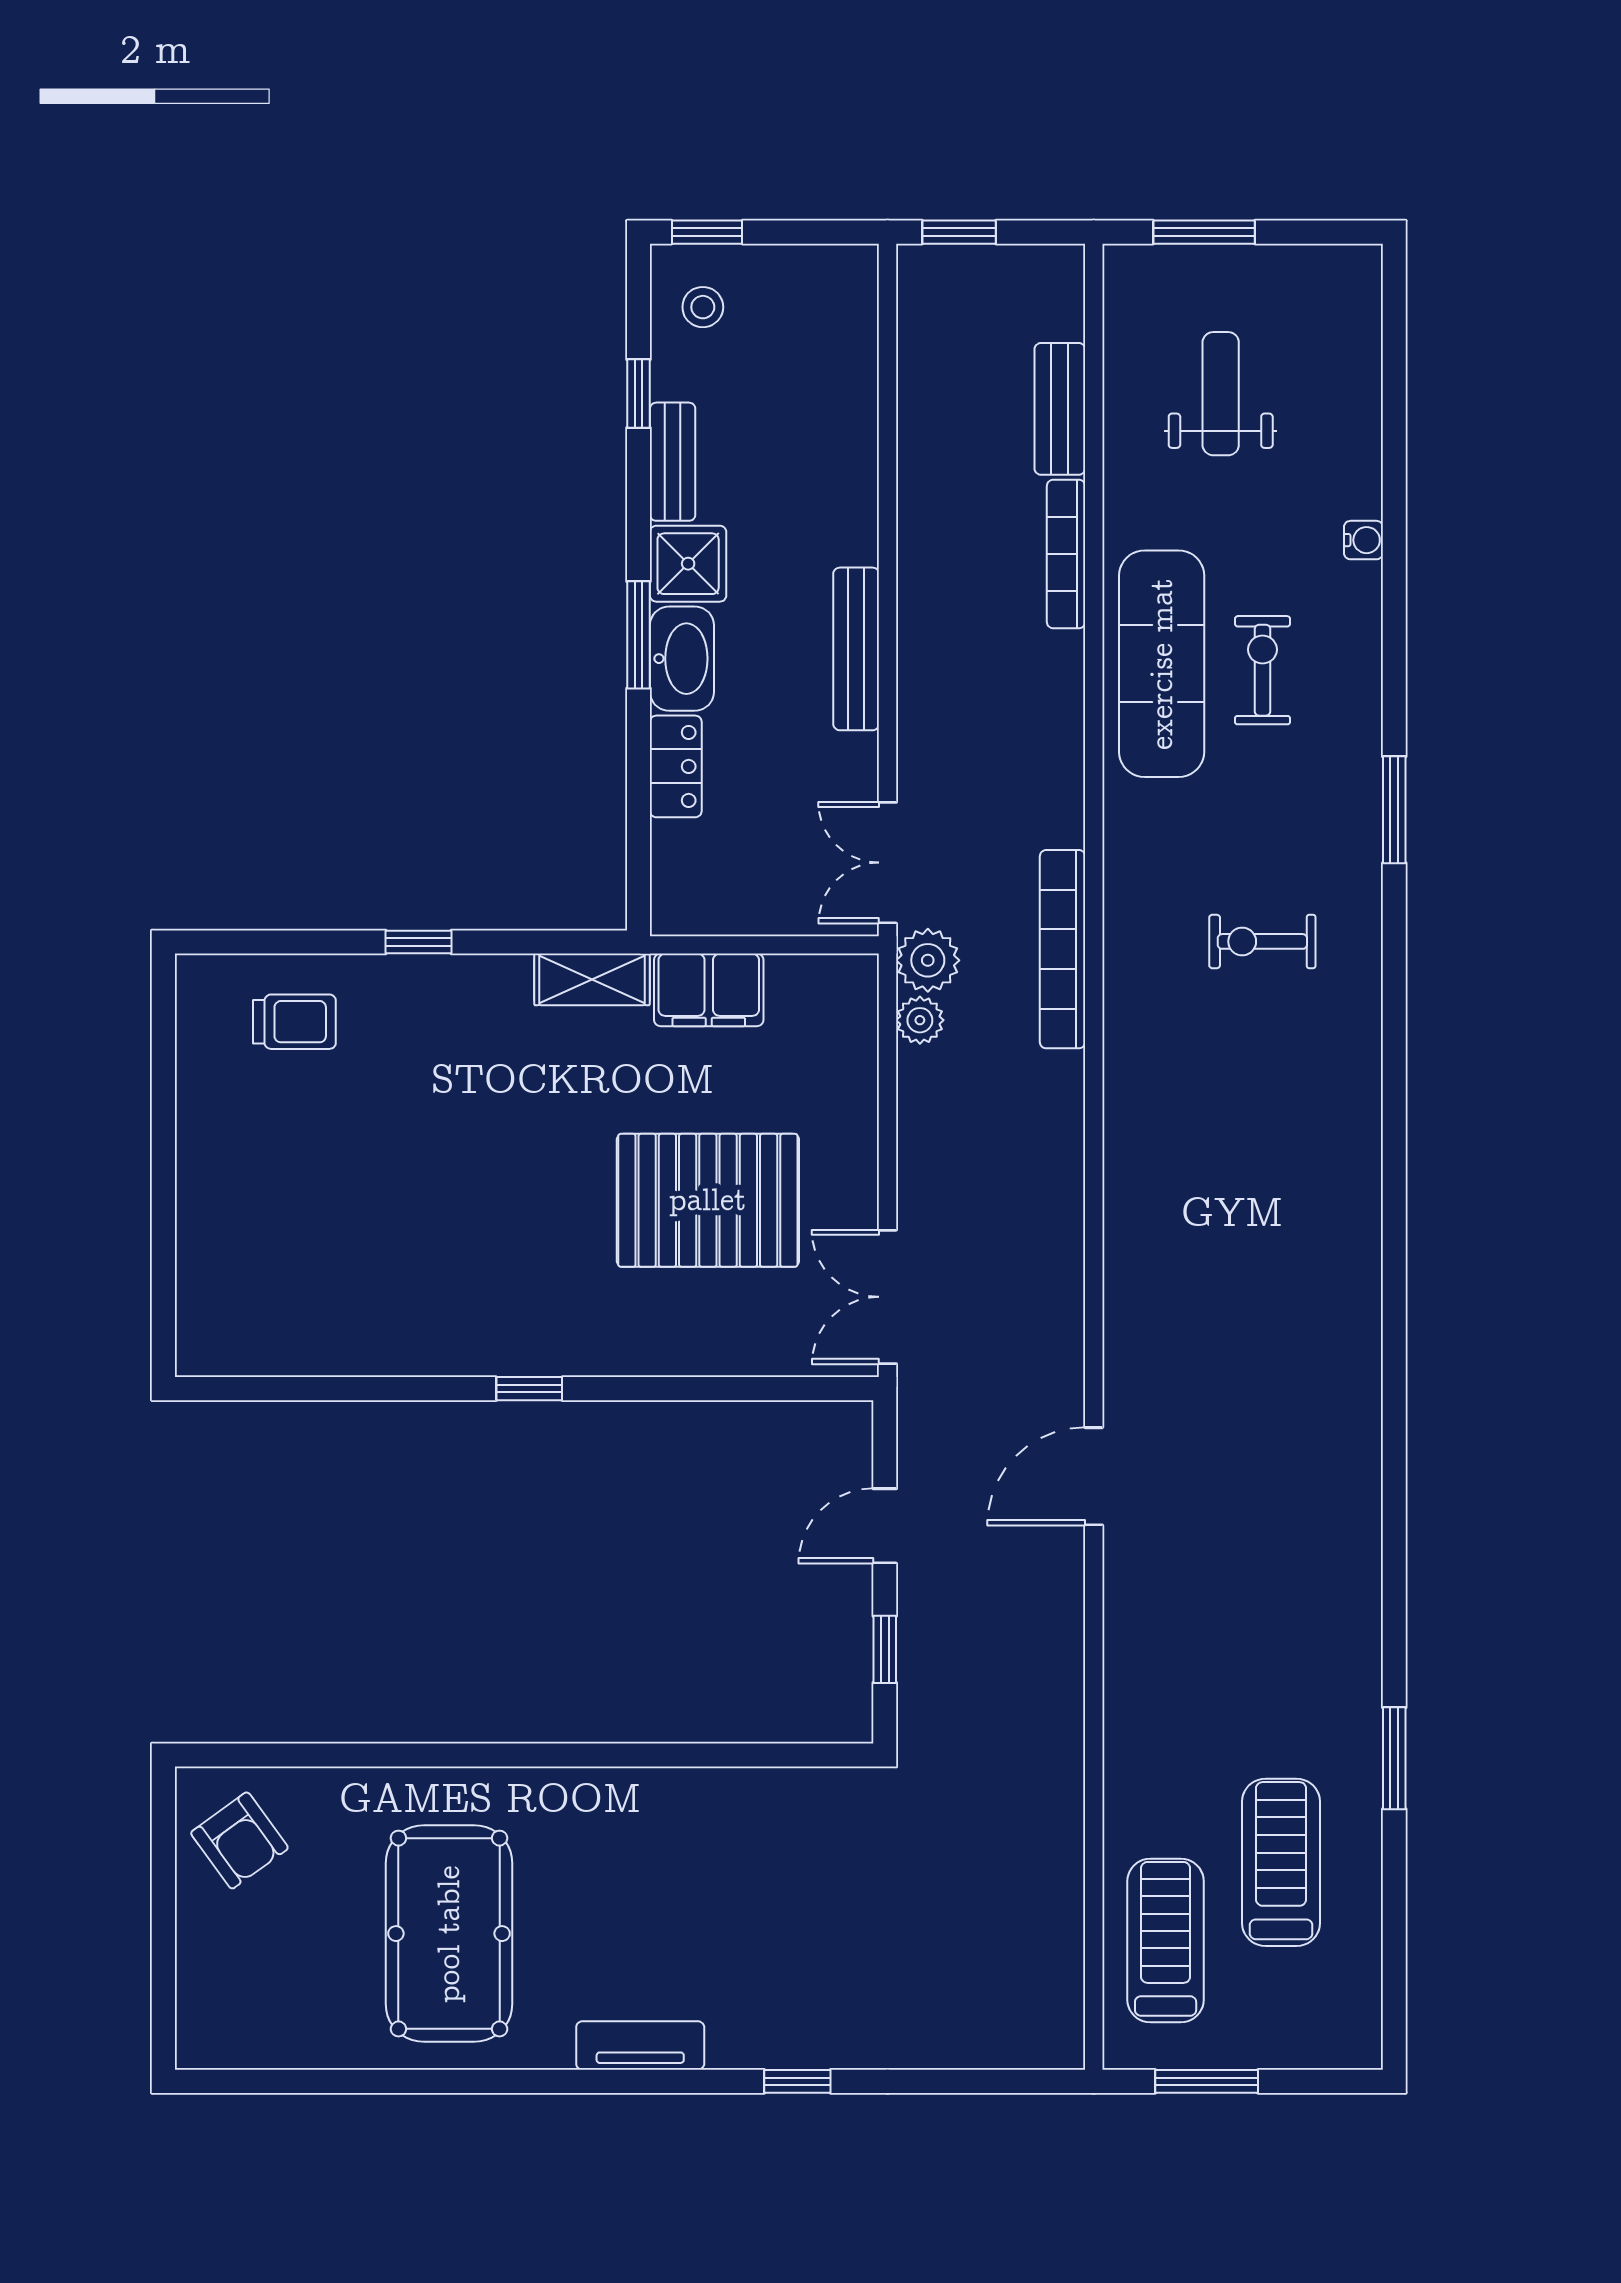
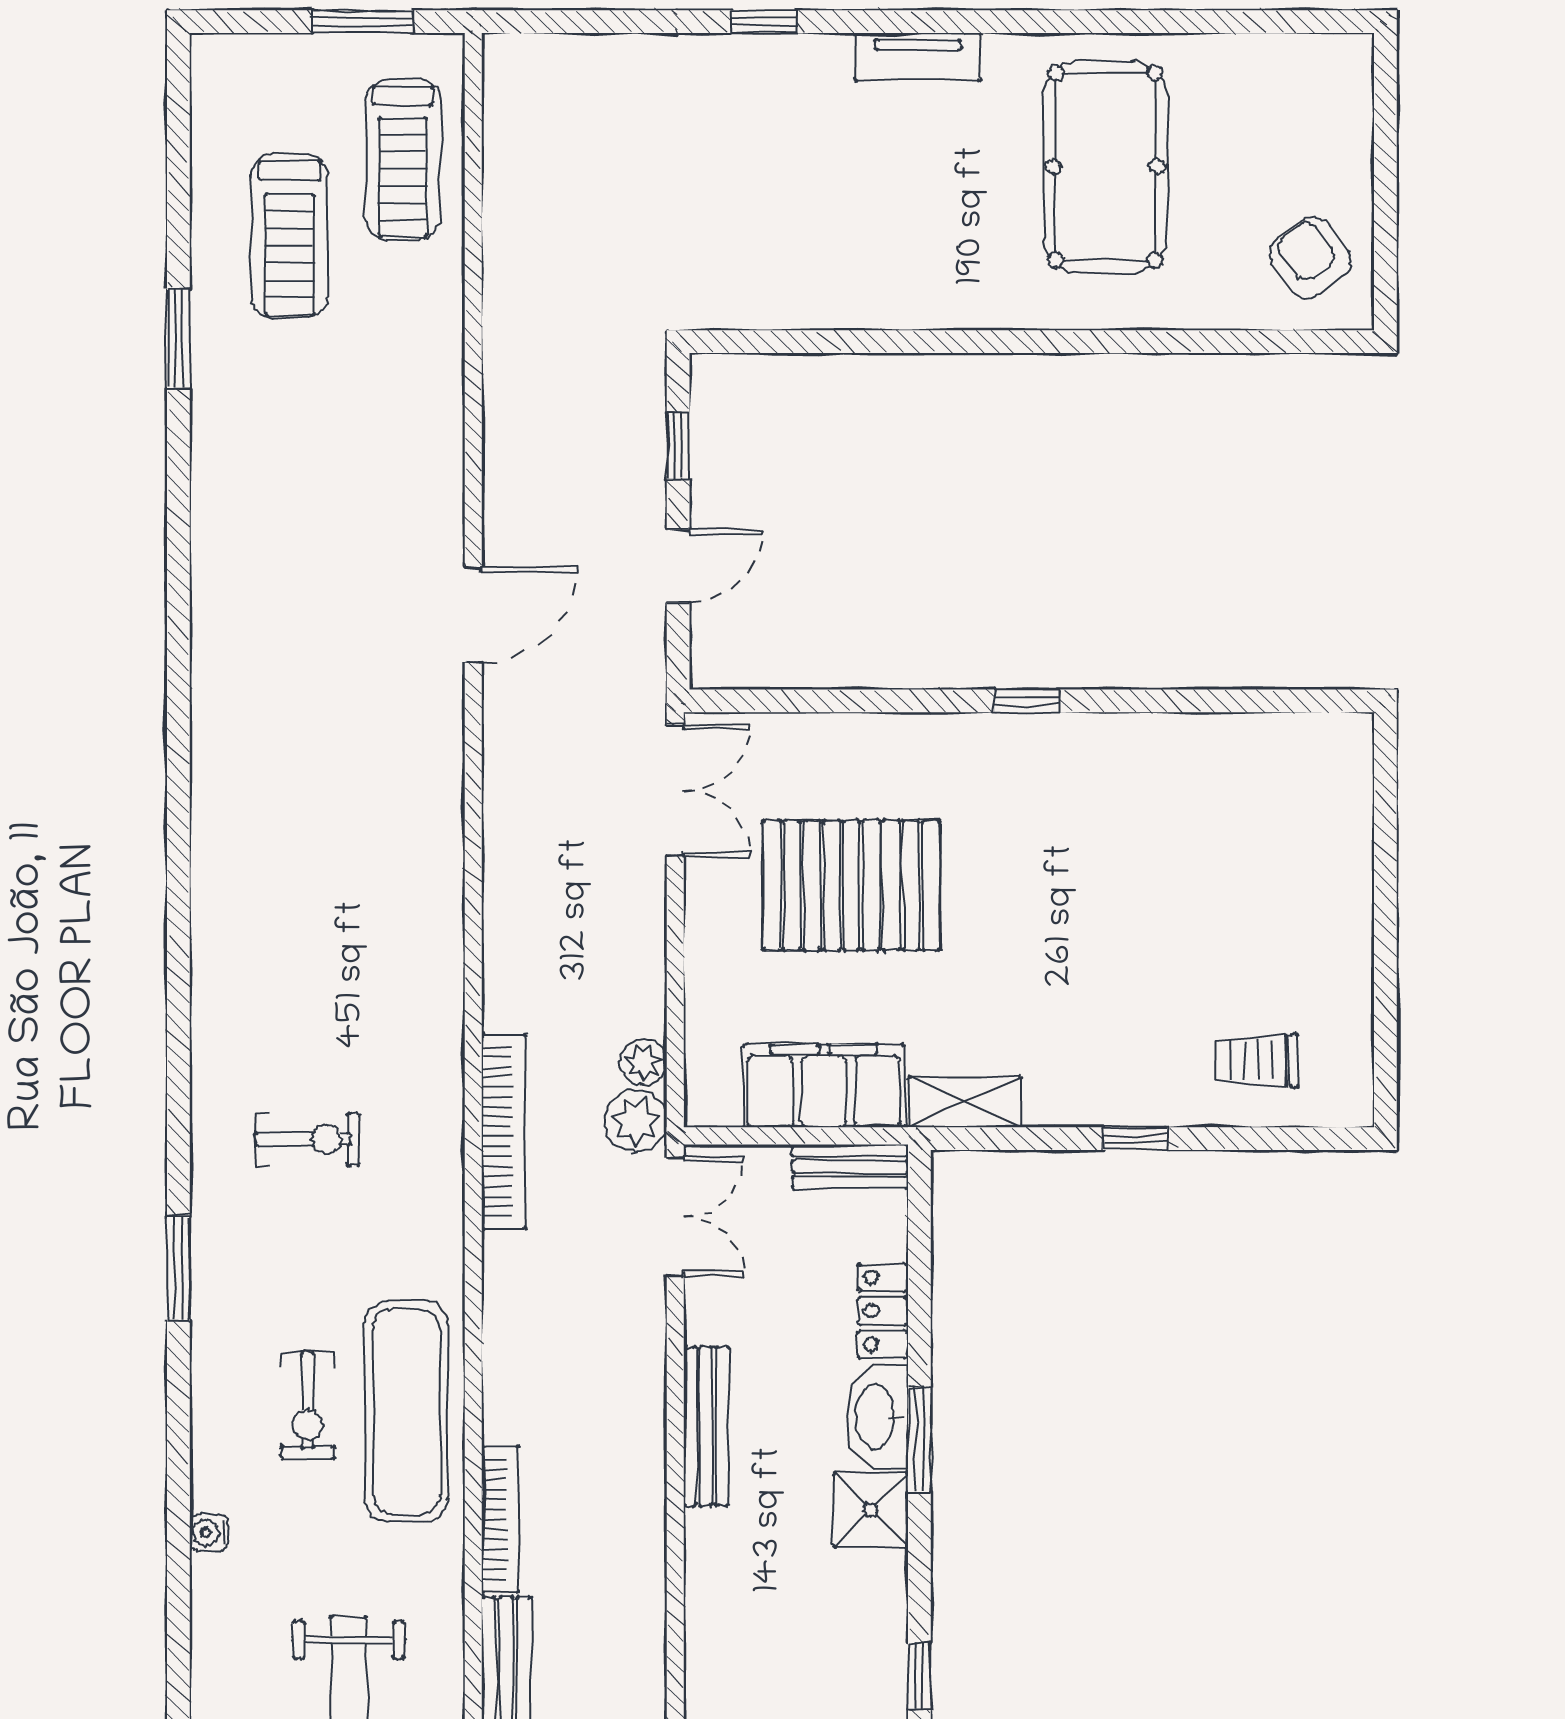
bench: (673, 462) -> (850, 1166), moved, turned 90
filing cabinet: (709, 990) -> (824, 1086), width x1.50, depth x1.17

